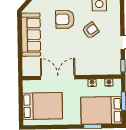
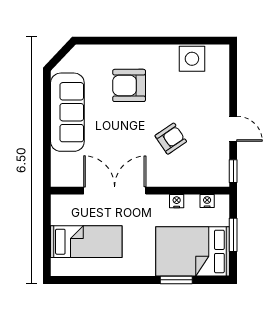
armchair: (91, 30) -> (171, 139), moved
bed: (43, 106) -> (86, 242), width x0.67

